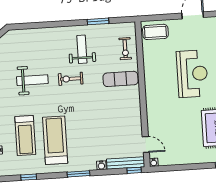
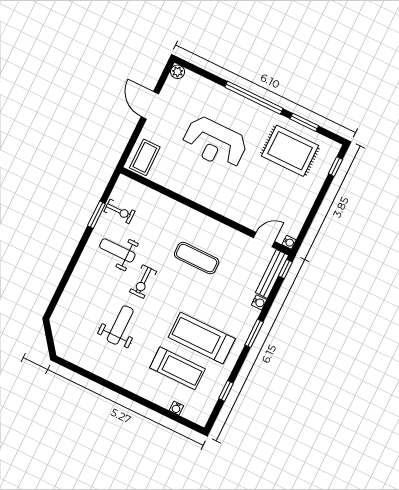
exercise bike: (125, 49) -> (120, 211), moved
reception desk: (192, 74) -> (215, 143), turned 180
exercise mat: (120, 79) -> (197, 258), moved, turned 90

